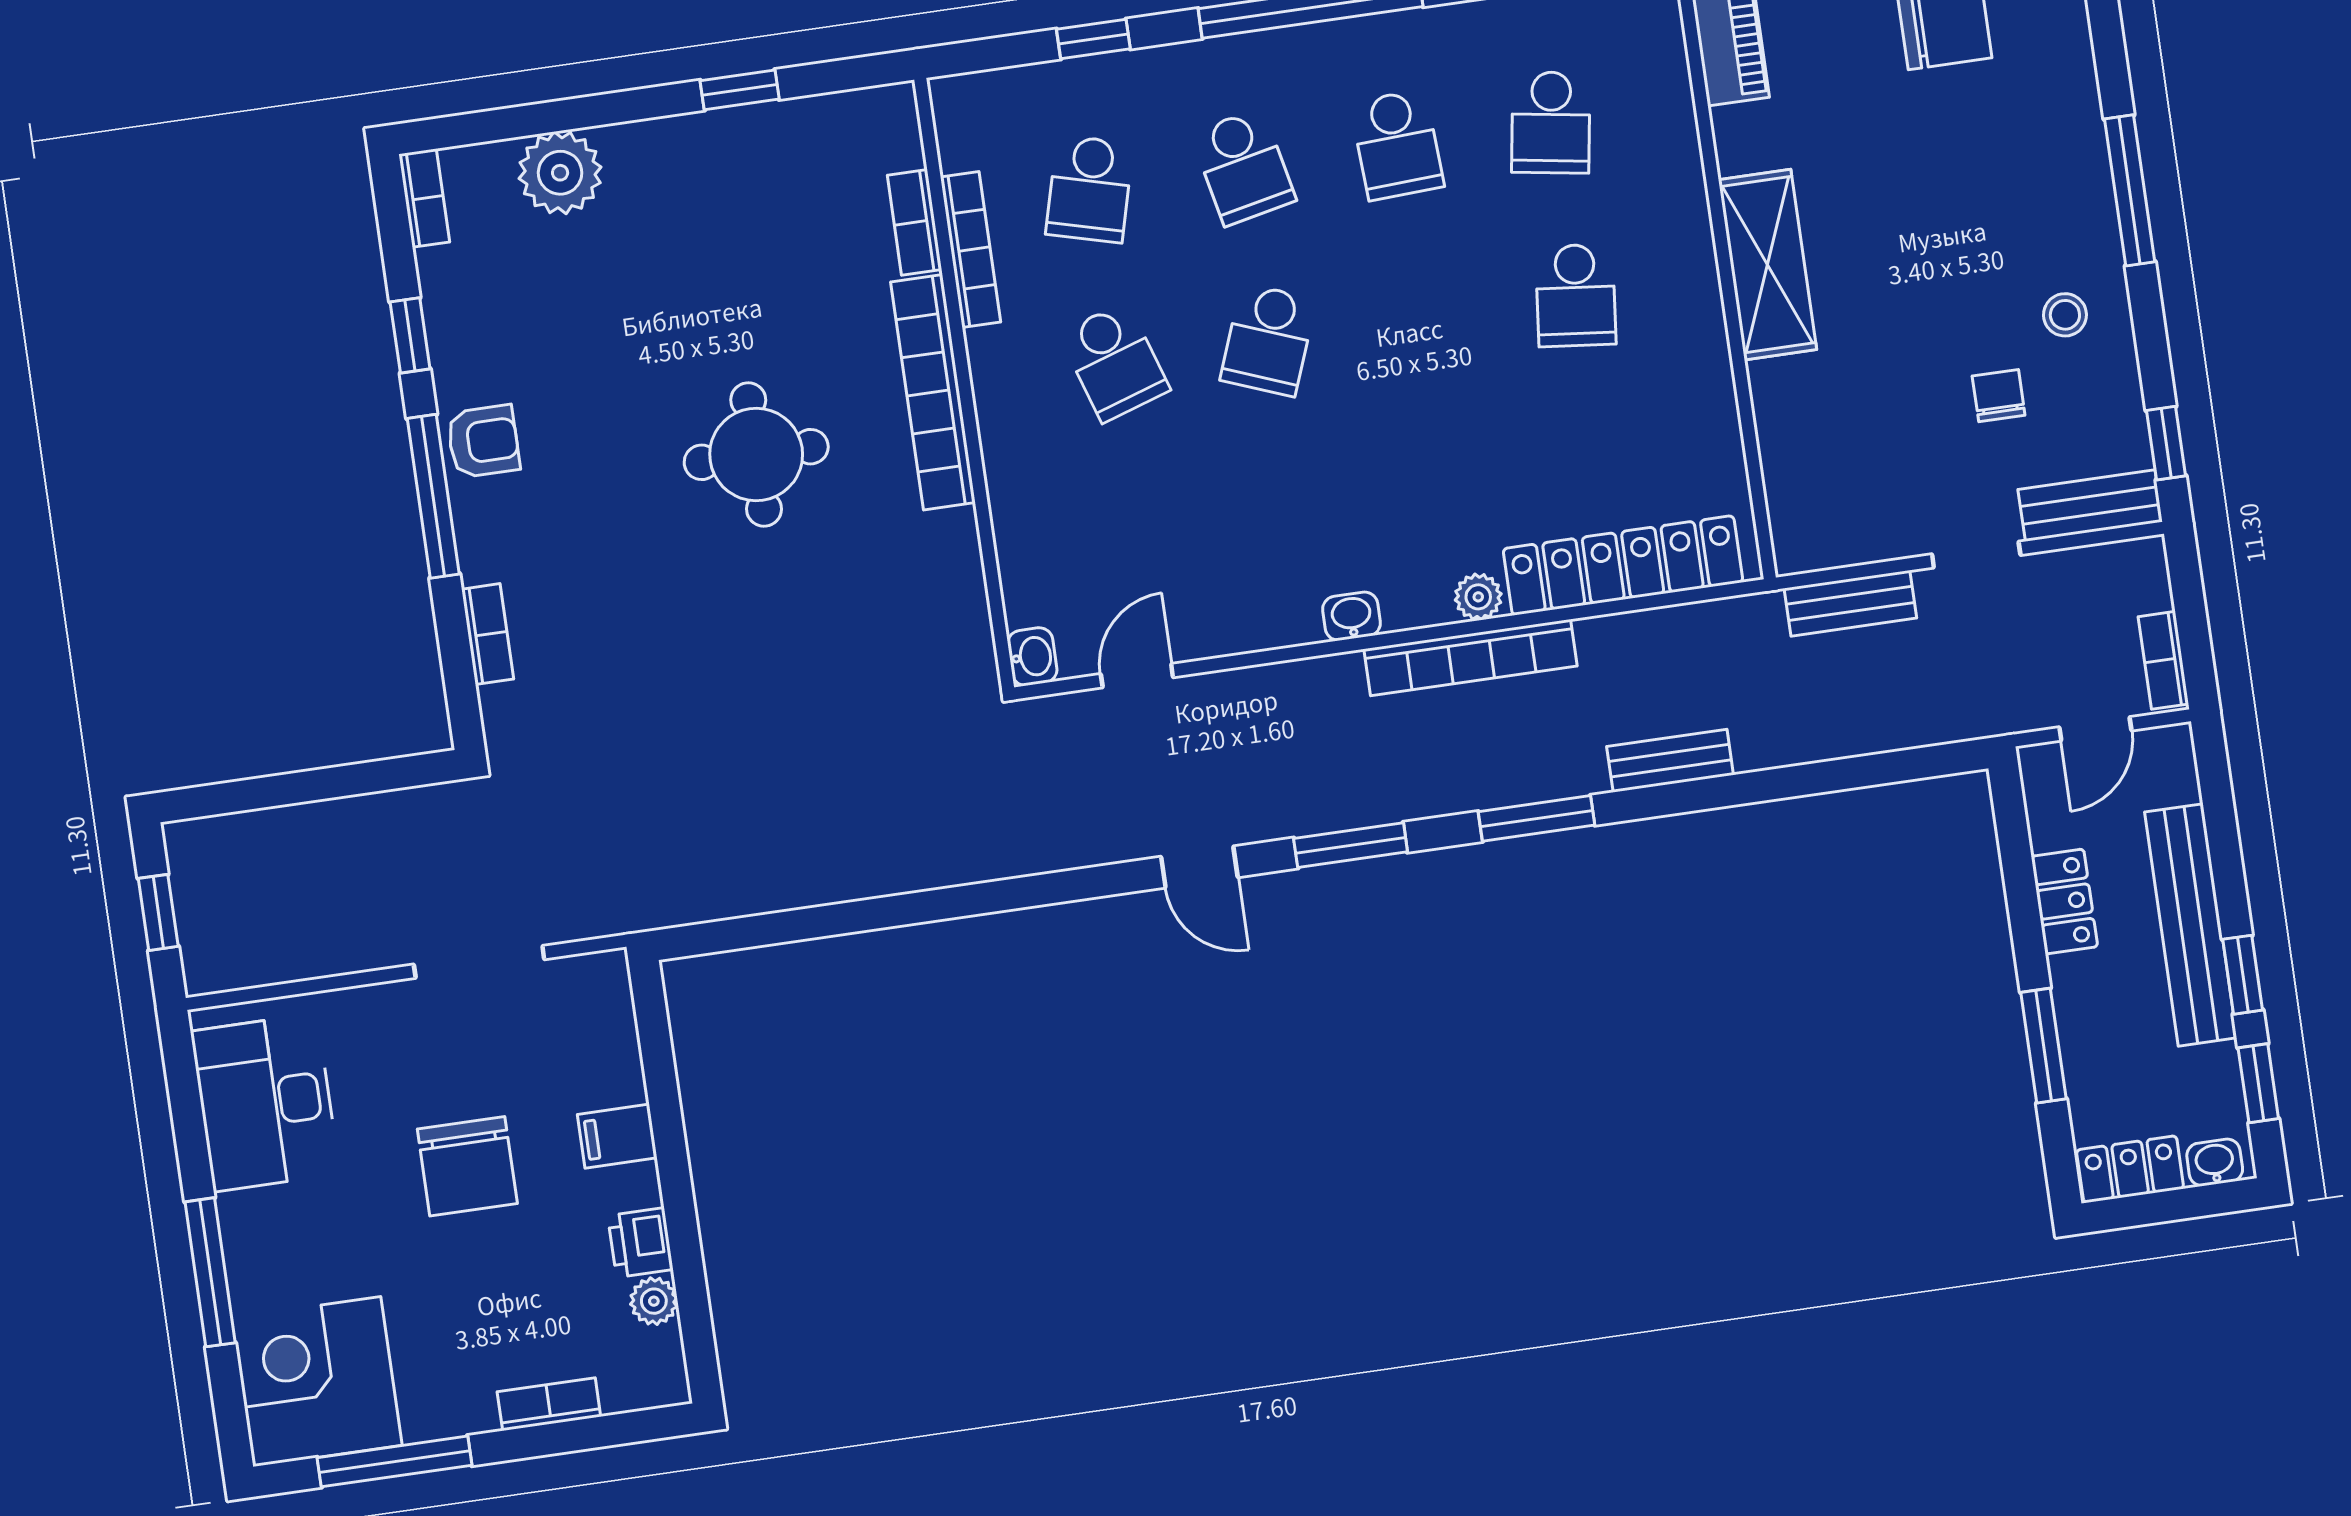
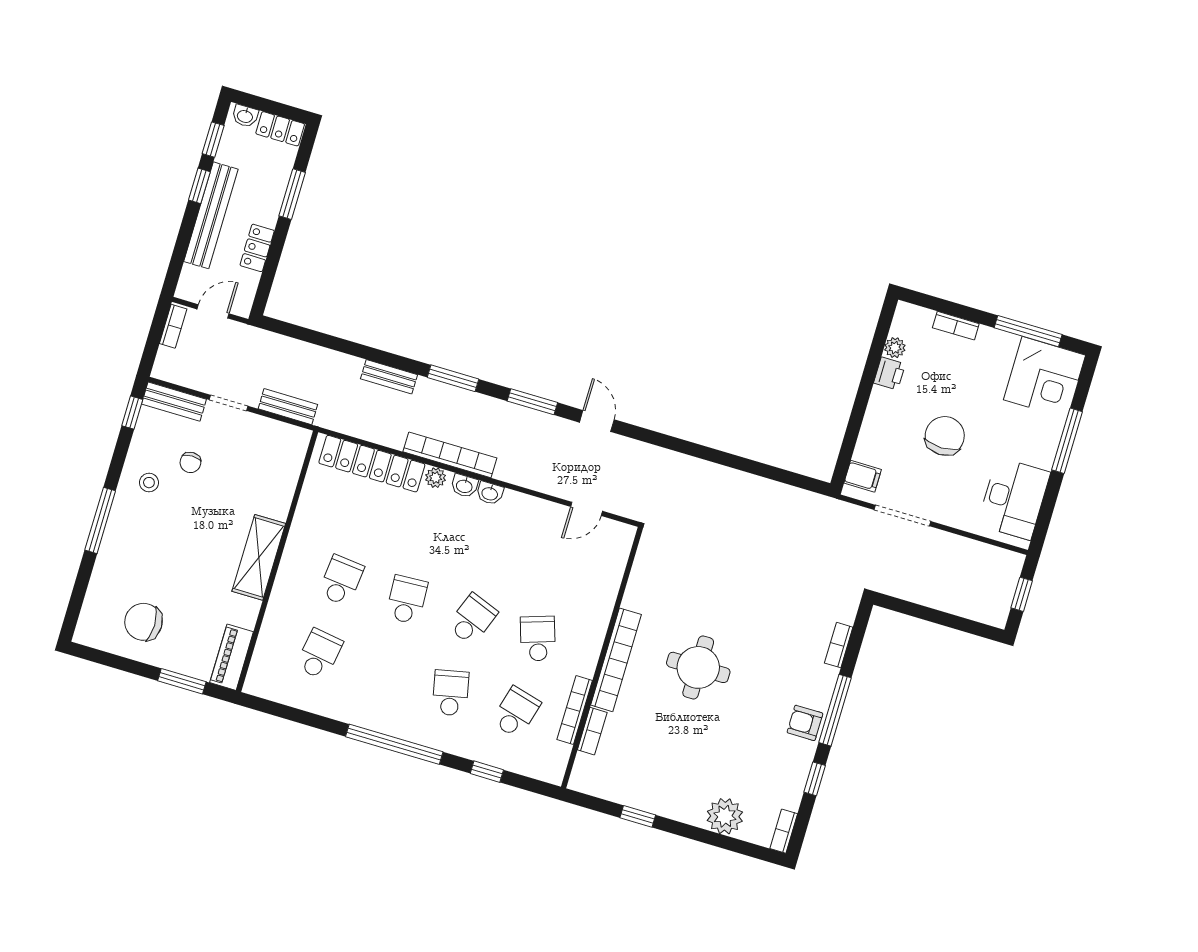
school desk: (1397, 145) -> (407, 600), moved
washbasin: (1032, 657) -> (464, 486), moved, turned -90
filing cabinet: (617, 1136) -> (863, 476), moved

